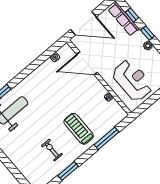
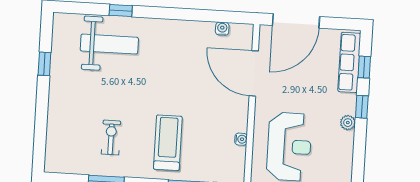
door: (84, 23) -> (296, 21), hinge flipped

